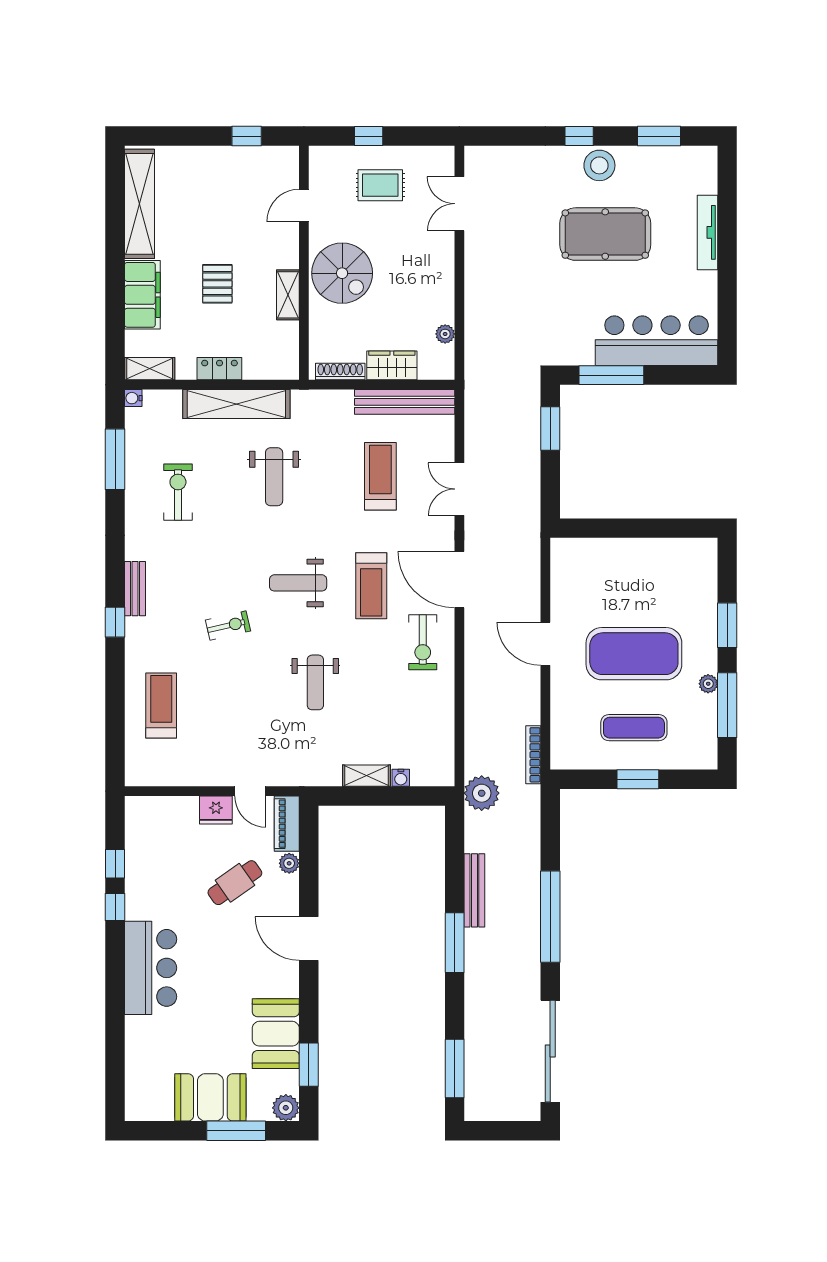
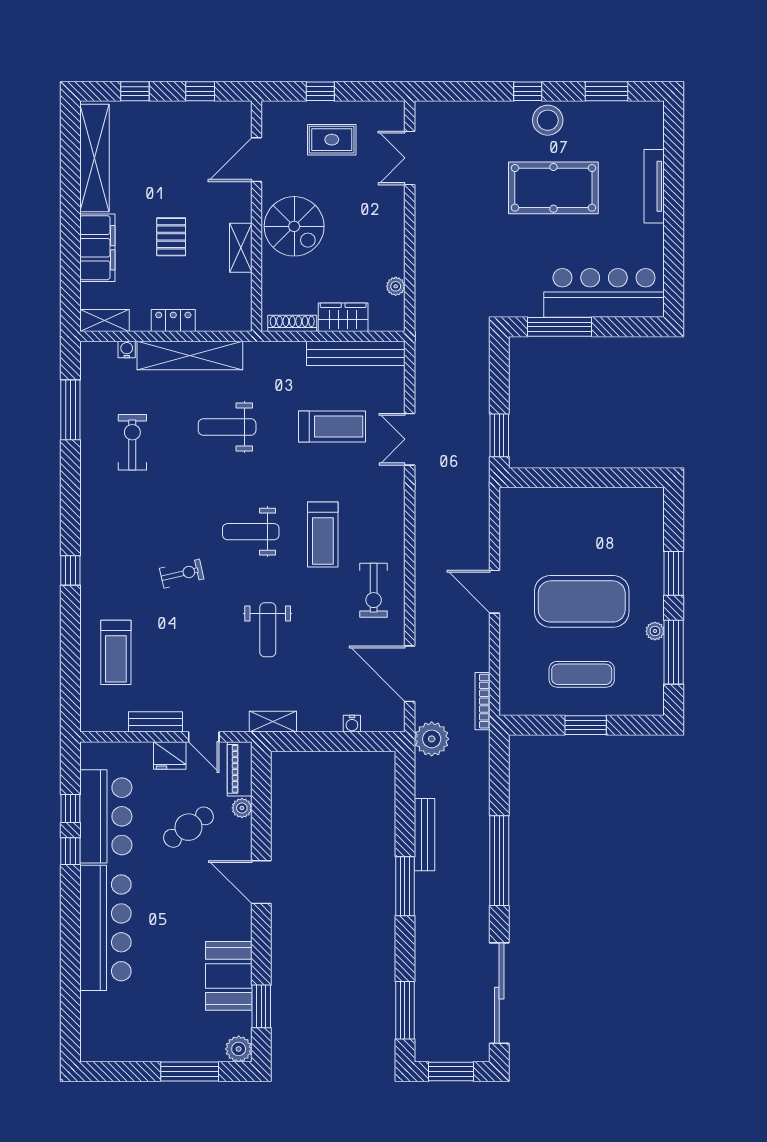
window: (181, 136) -> (135, 91), added
door: (304, 205) -> (257, 160), width x1.38
water cooler: (133, 398) -> (127, 349), moved, turned 90
window: (550, 428) -> (499, 435), moved
treadmill: (380, 476) -> (332, 427), turned 90
weight bench: (274, 477) -> (227, 427), turned 90
door: (459, 580) -> (410, 674), moved
bench: (135, 589) -> (156, 722), moved, turned 90
treadmill: (161, 705) -> (116, 652), turned 180
shelving: (366, 776) -> (273, 722), moved
bar counter: (151, 872) -> (106, 816), added
bar counter: (151, 968) -> (105, 928), width x1.36
booth: (210, 1097) -> (164, 1039), removed
window: (501, 1131) -> (451, 1072), added

